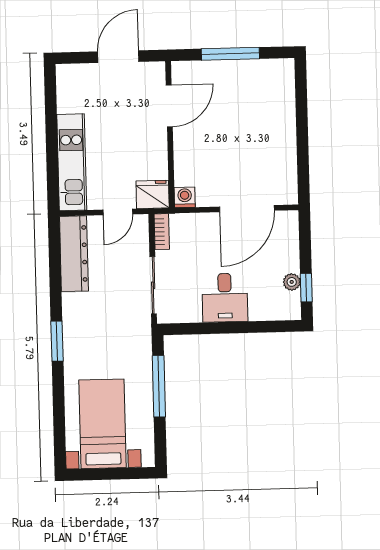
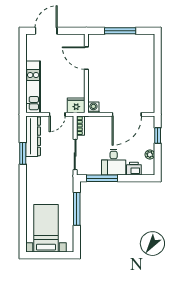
door: (118, 57) -> (46, 31), moved
door: (169, 106) -> (86, 58), swing flipped
window: (306, 288) -> (158, 135), moved
printer: (263, 309) -> (134, 169), added
window: (204, 328) -> (102, 178), added
window: (57, 341) -> (23, 153), moved

